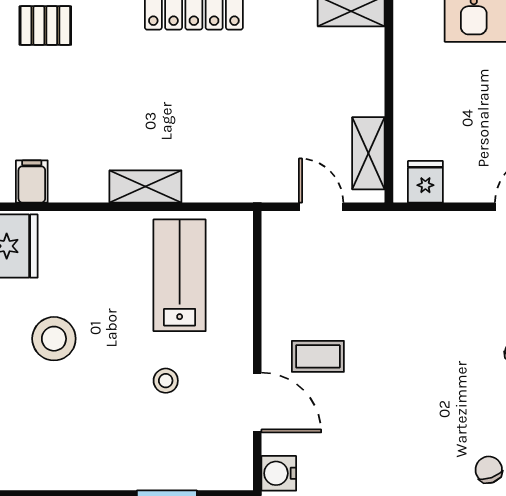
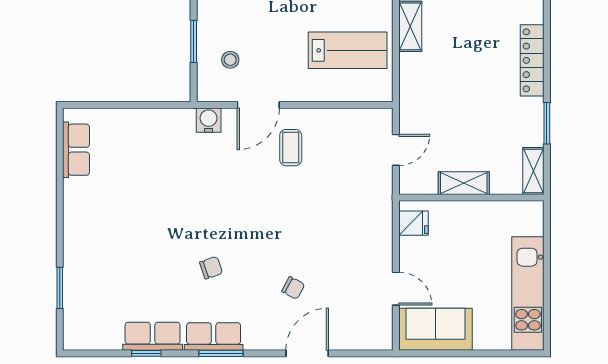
shelving: (368, 153) -> (464, 183), moved
stool: (166, 381) -> (230, 60), moved

